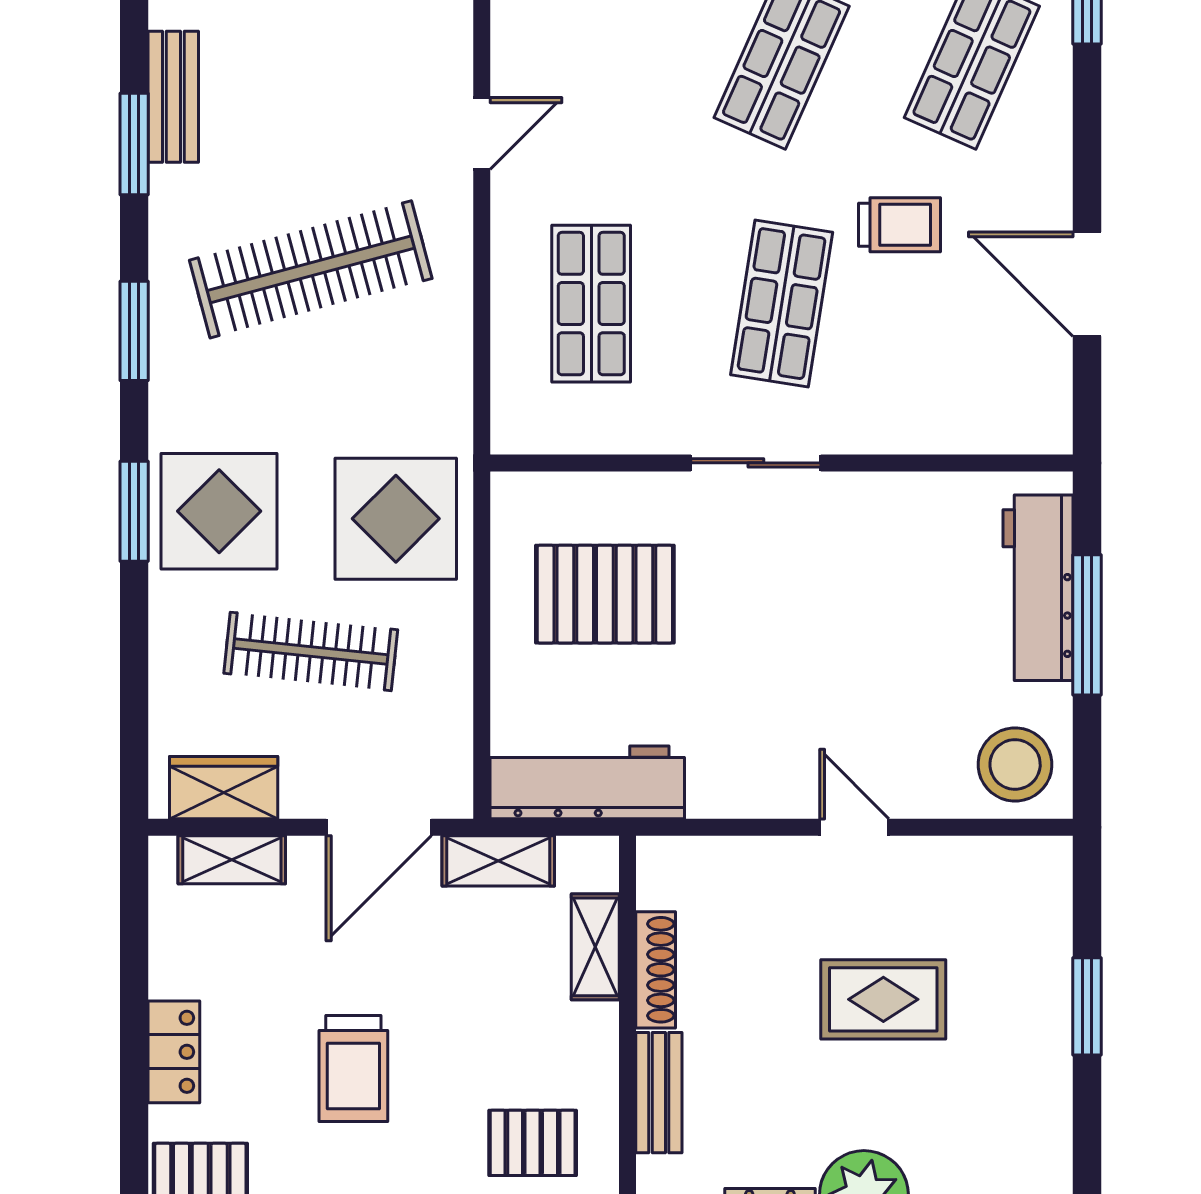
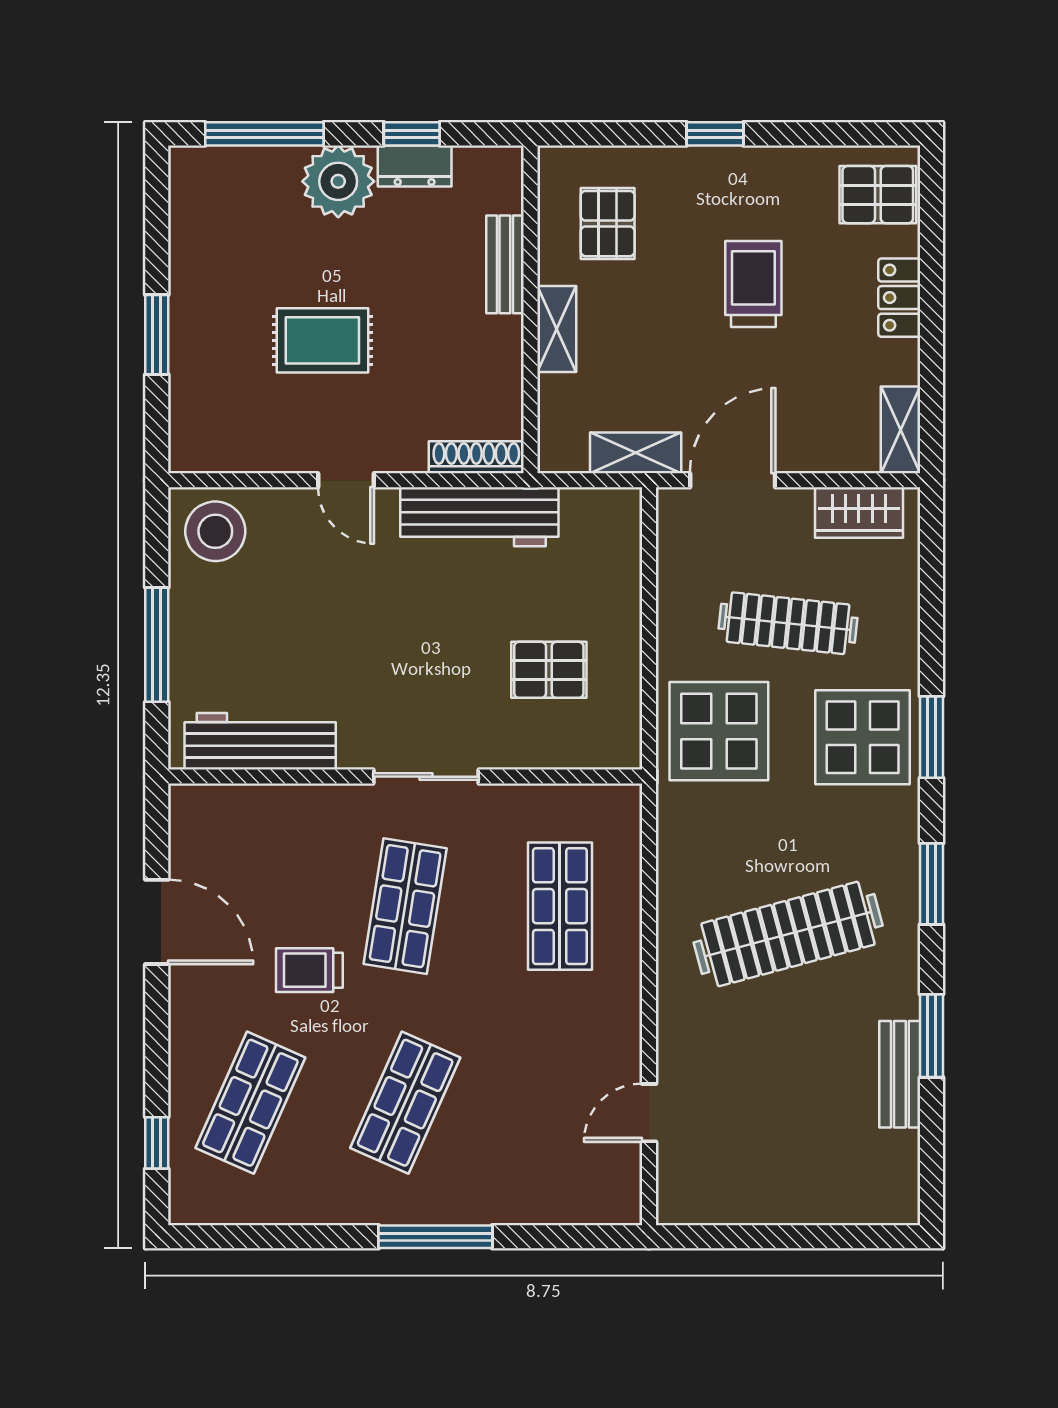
door: (482, 134) -> (649, 1113), moved
workbench: (1038, 588) -> (260, 741), moved, turned -90
pallet: (605, 594) -> (549, 670), width x0.67, depth x0.71
workbench: (587, 782) -> (479, 517), moved
shelving: (232, 860) -> (901, 430), moved, turned 90
shelving: (595, 947) -> (557, 329), moved
shoe rack: (656, 970) -> (476, 457), moved, turned 90
pallet: (533, 1143) -> (608, 224), turned 90

